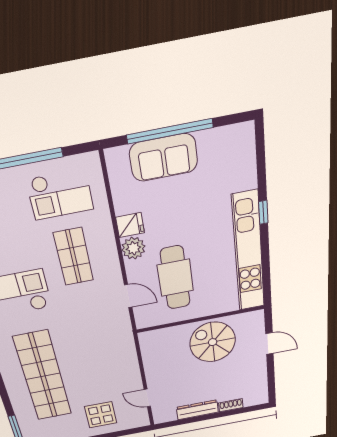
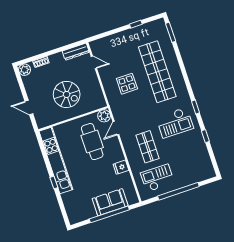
plant: (133, 248) -> (104, 116), moved
door: (128, 296) -> (116, 128), hinge flipped
spiral stairs: (213, 342) -> (67, 94), moved
plant: (259, 397) -> (25, 70), added
dresser: (197, 410) -> (76, 52), moved
display table: (101, 415) -> (127, 84), moved

